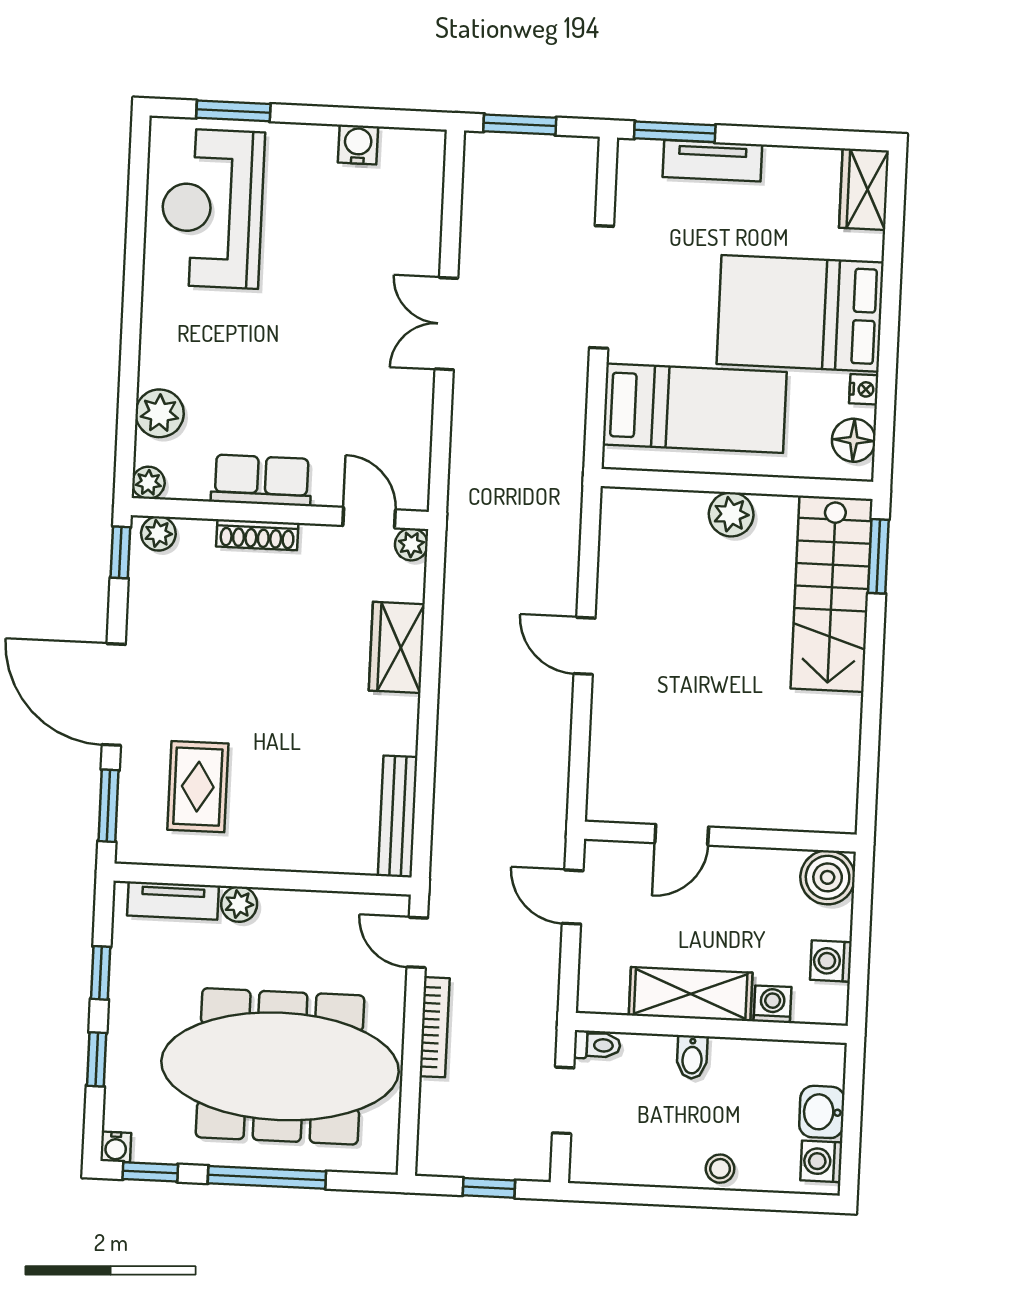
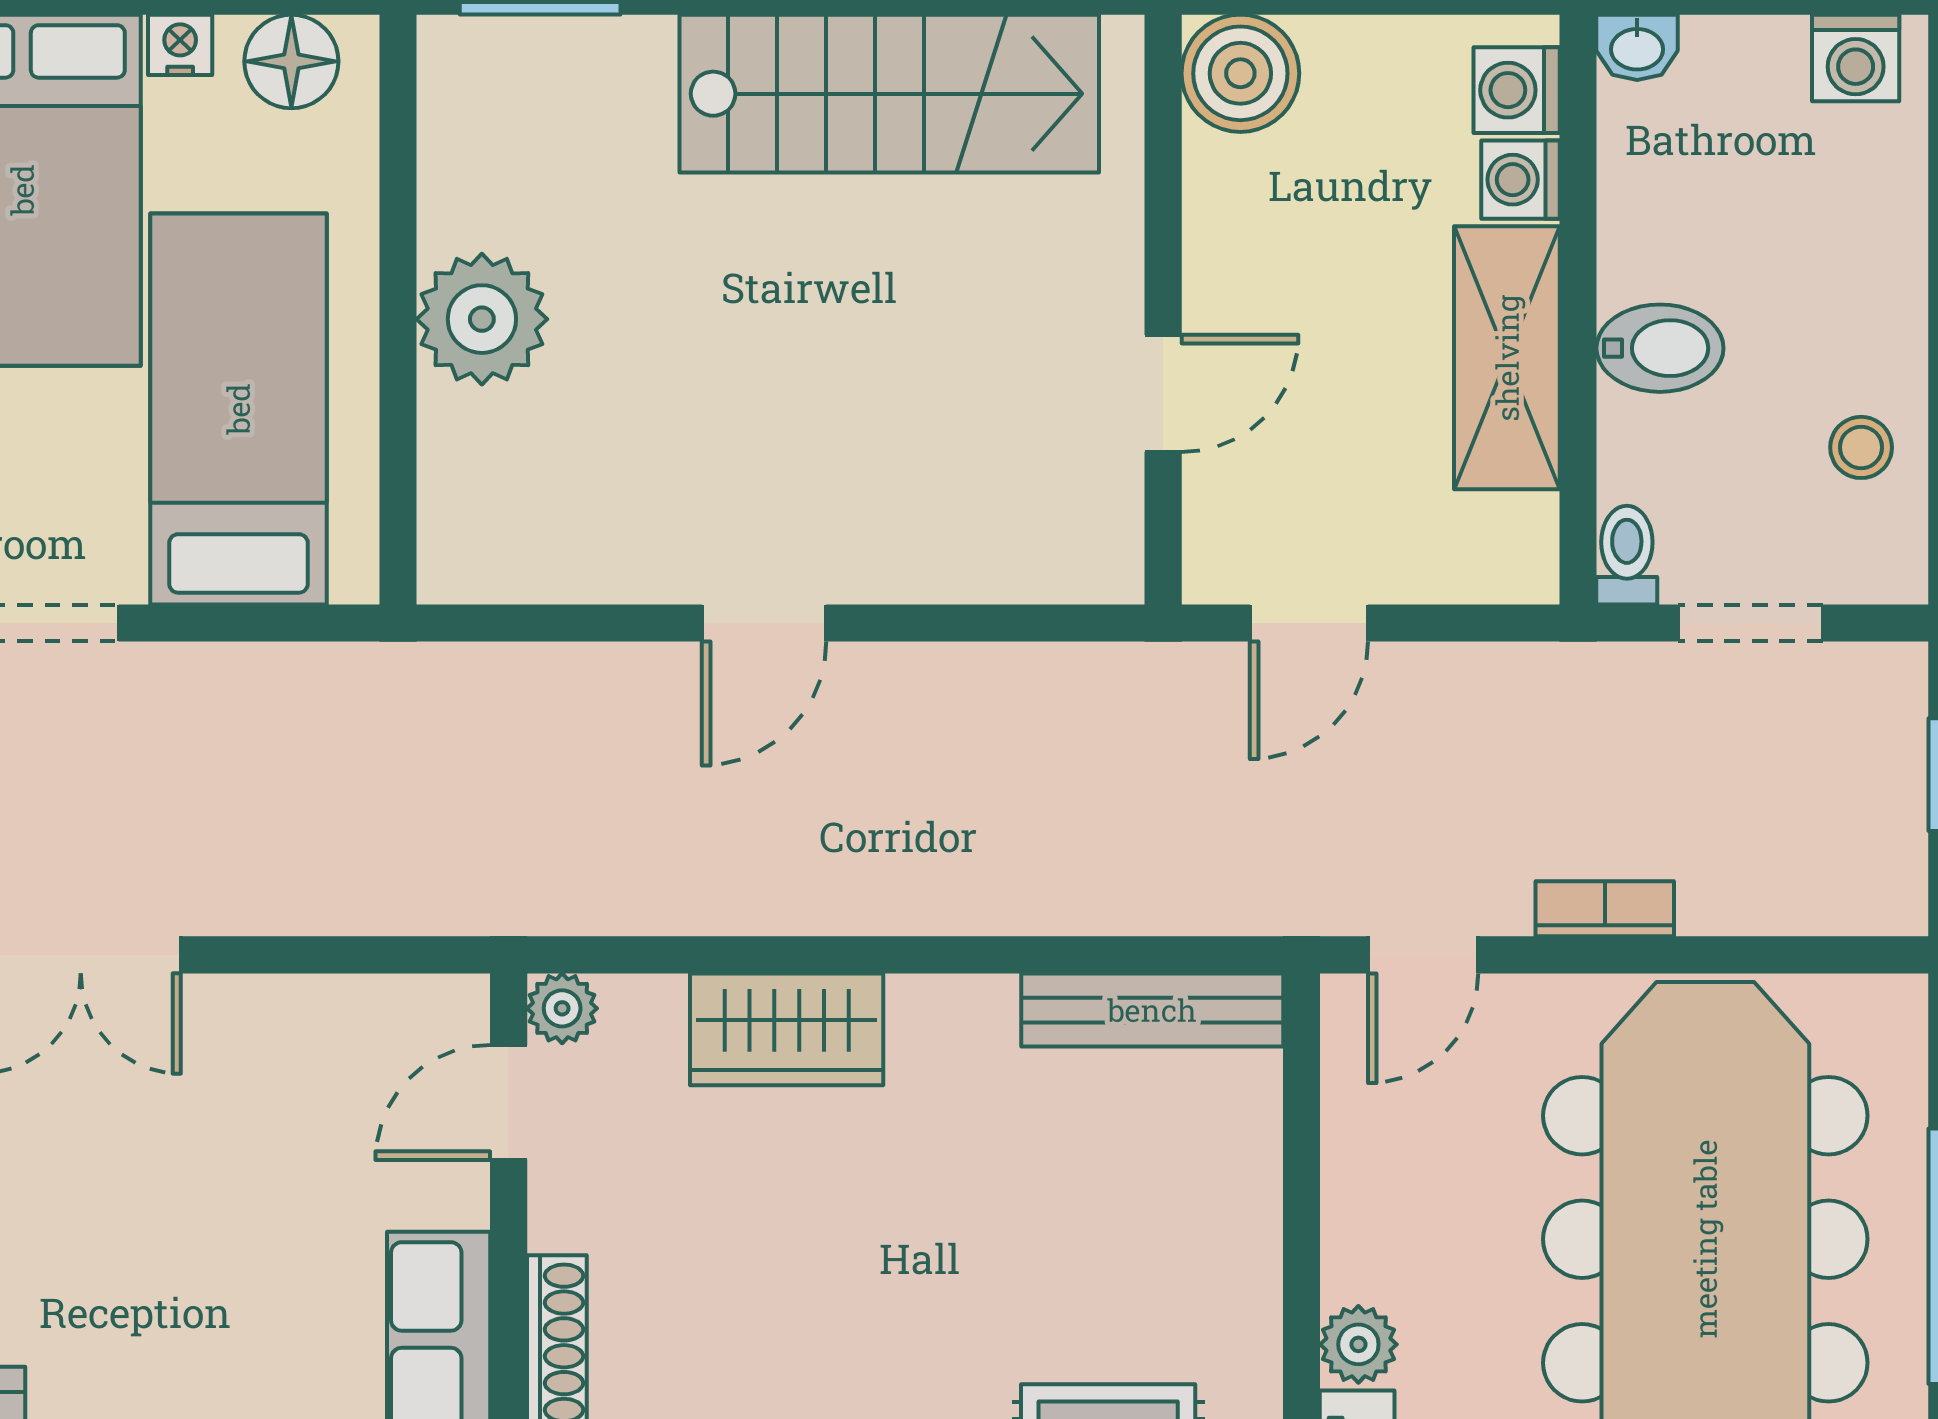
plant: (731, 514) -> (482, 319), width x1.36, depth x1.36
stairs: (832, 594) -> (889, 94), moved
door: (682, 835) -> (1163, 393), hinge flipped
washing machine: (831, 961) -> (1517, 90), moved, turned 90
bookcase: (435, 1027) -> (1605, 909), width x0.64
bidet: (692, 1057) -> (1660, 348), width x1.38, depth x1.36
washbasin: (822, 1112) -> (1637, 47), moved, width x0.72, depth x0.69
stool: (720, 1169) -> (1861, 447), moved

